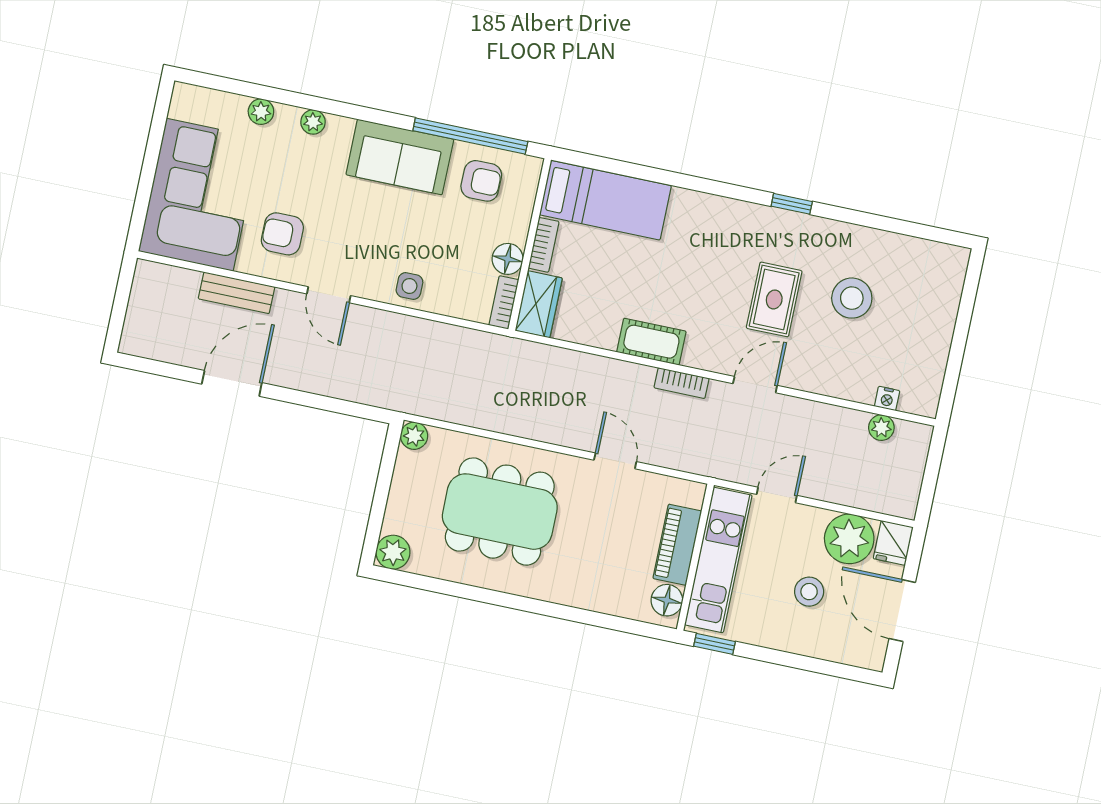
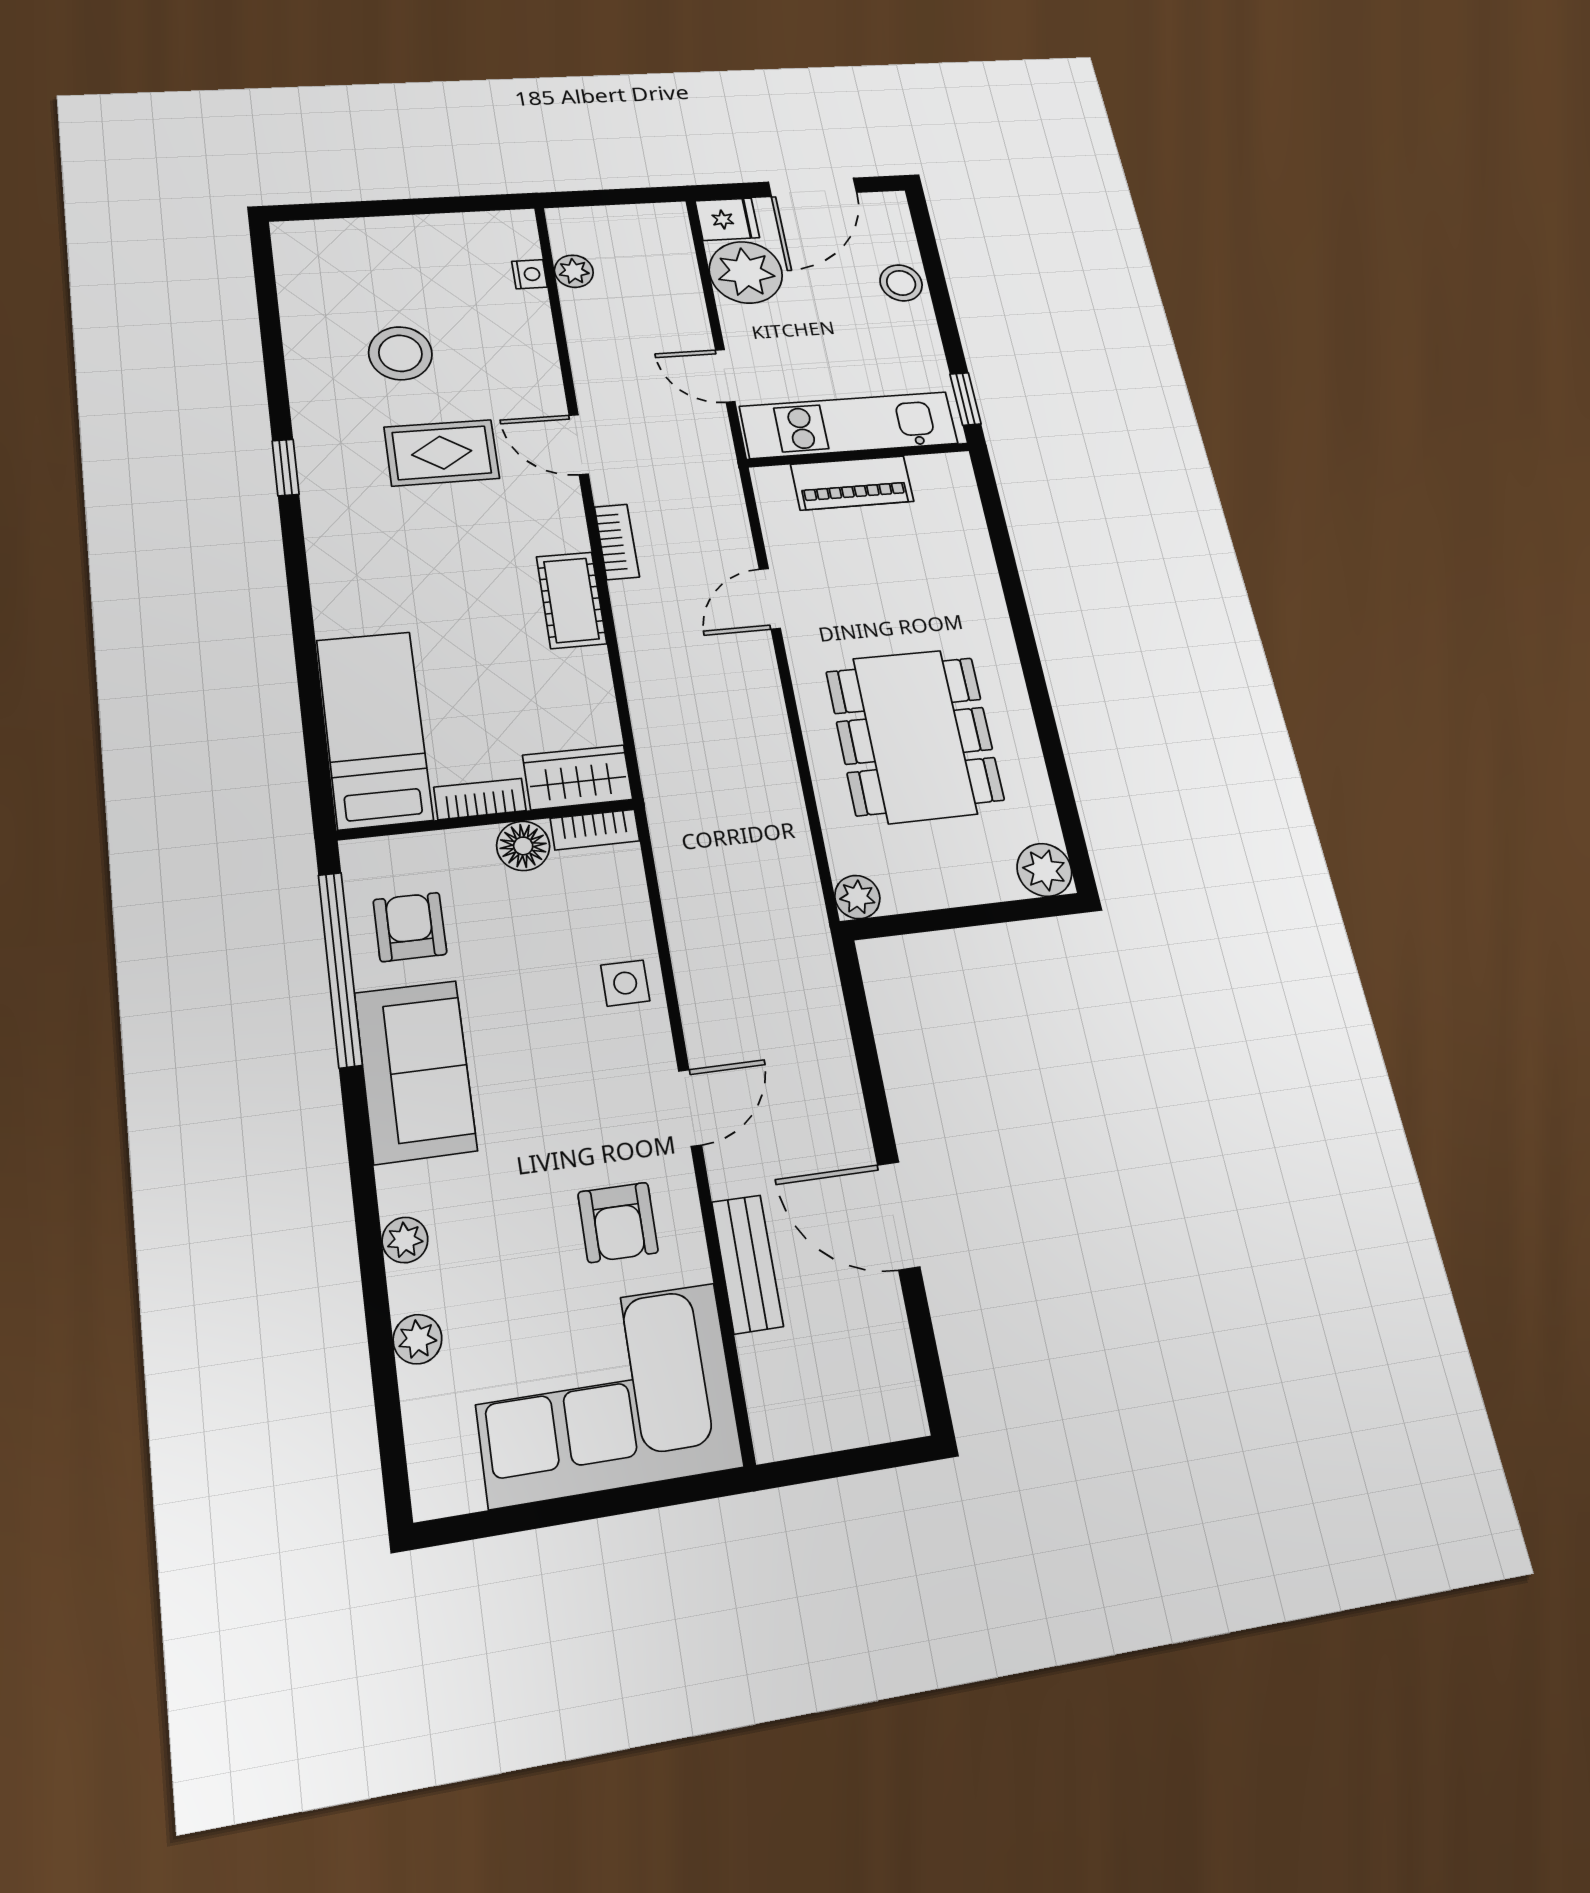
stool: (809, 592) -> (901, 283), moved
floor lamp: (667, 600) -> (935, 475), removed

